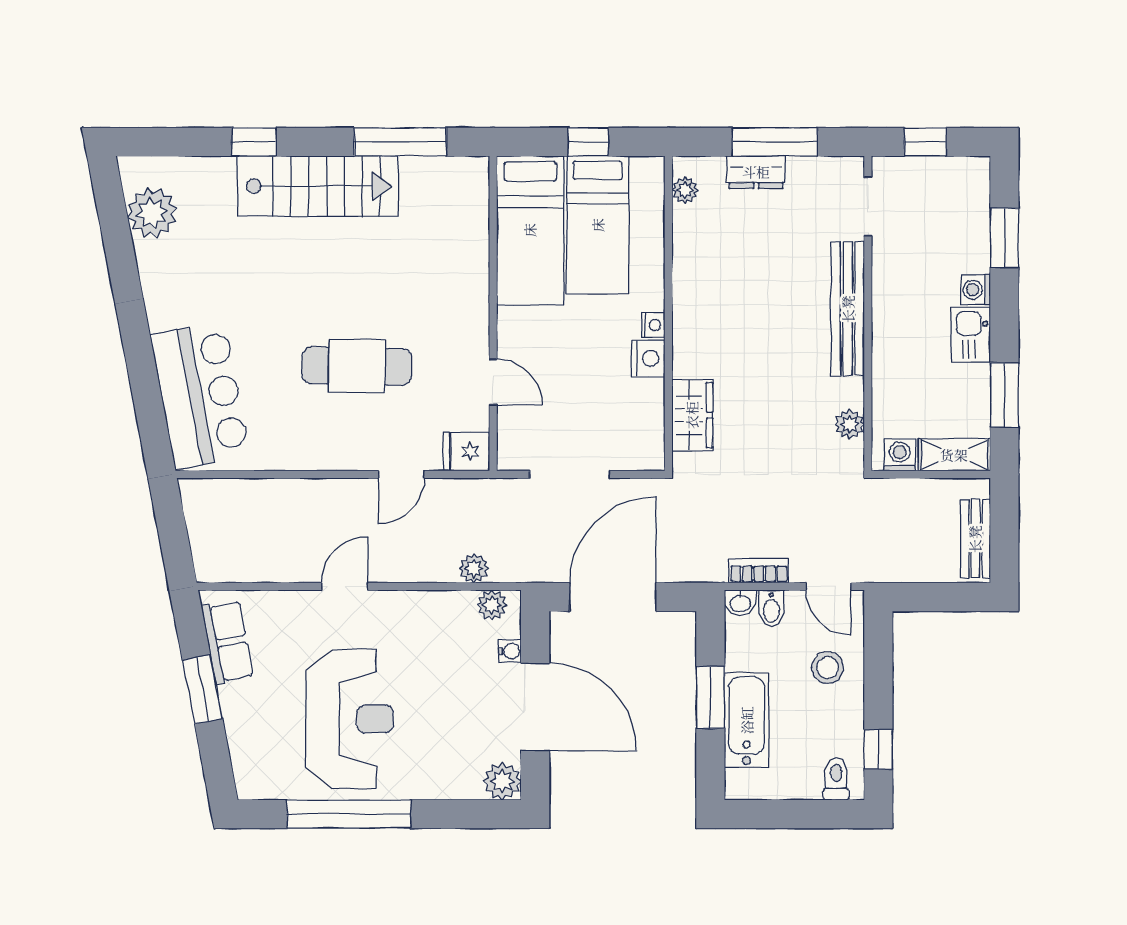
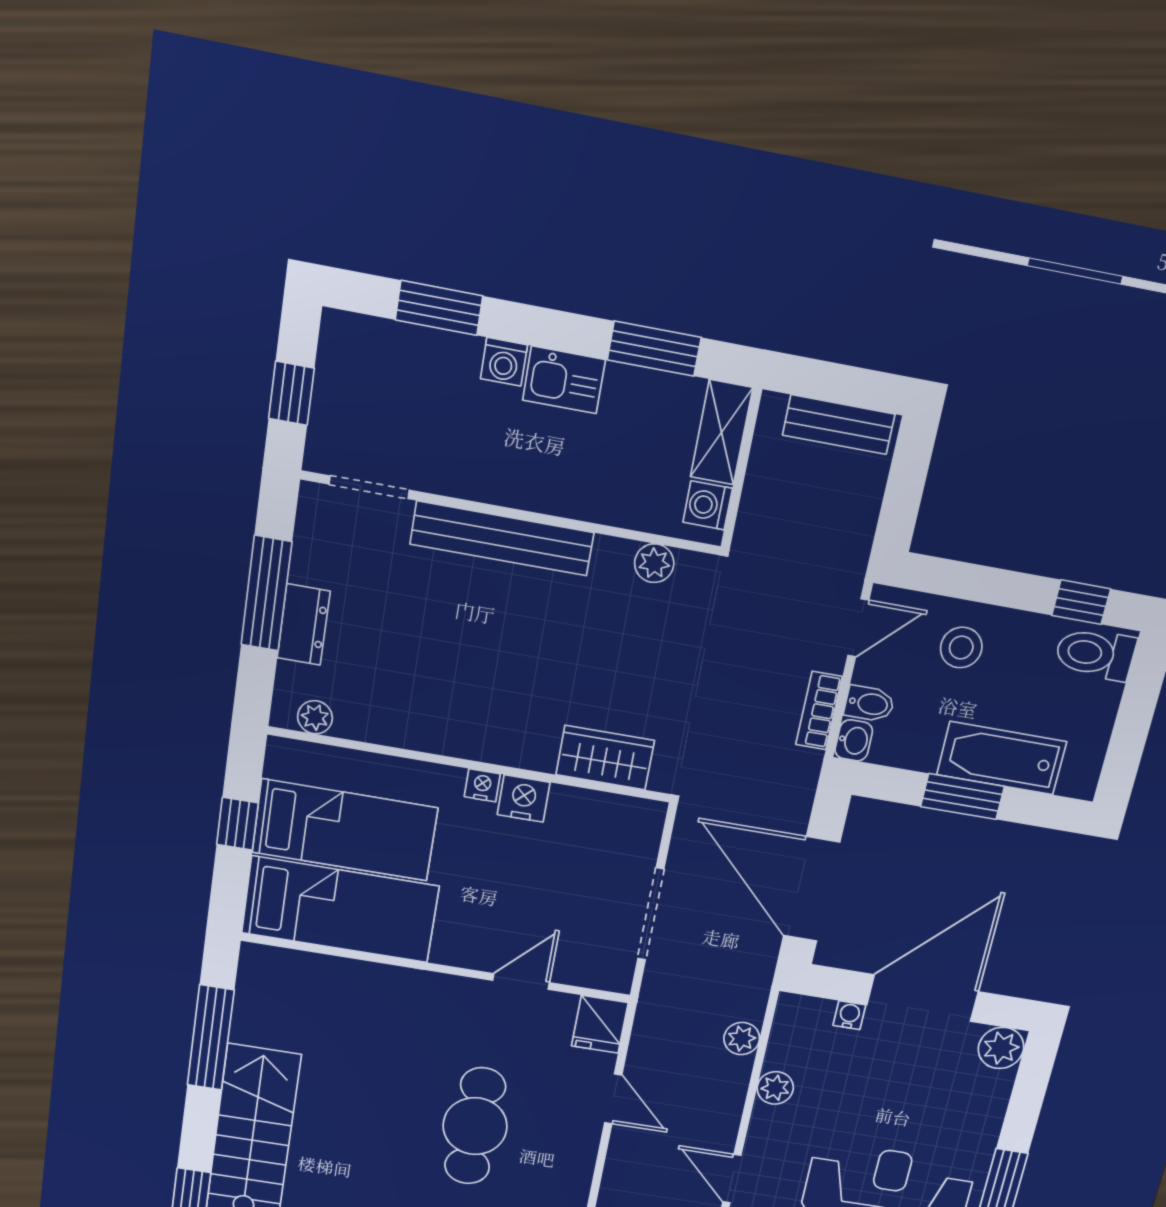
plant: (492, 605) -> (775, 1088), moved
toilet: (836, 779) -> (1095, 654), width x1.37, depth x1.39

